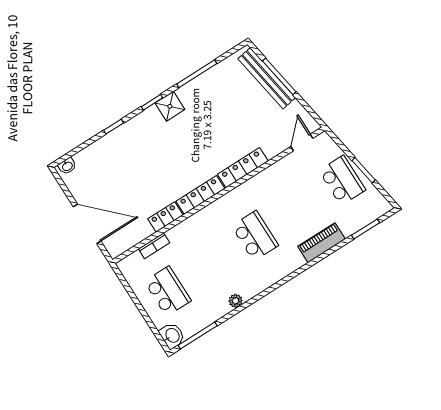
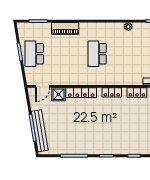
shower: (170, 106) -> (58, 94), moved
locker: (200, 195) -> (112, 92), width x0.66

